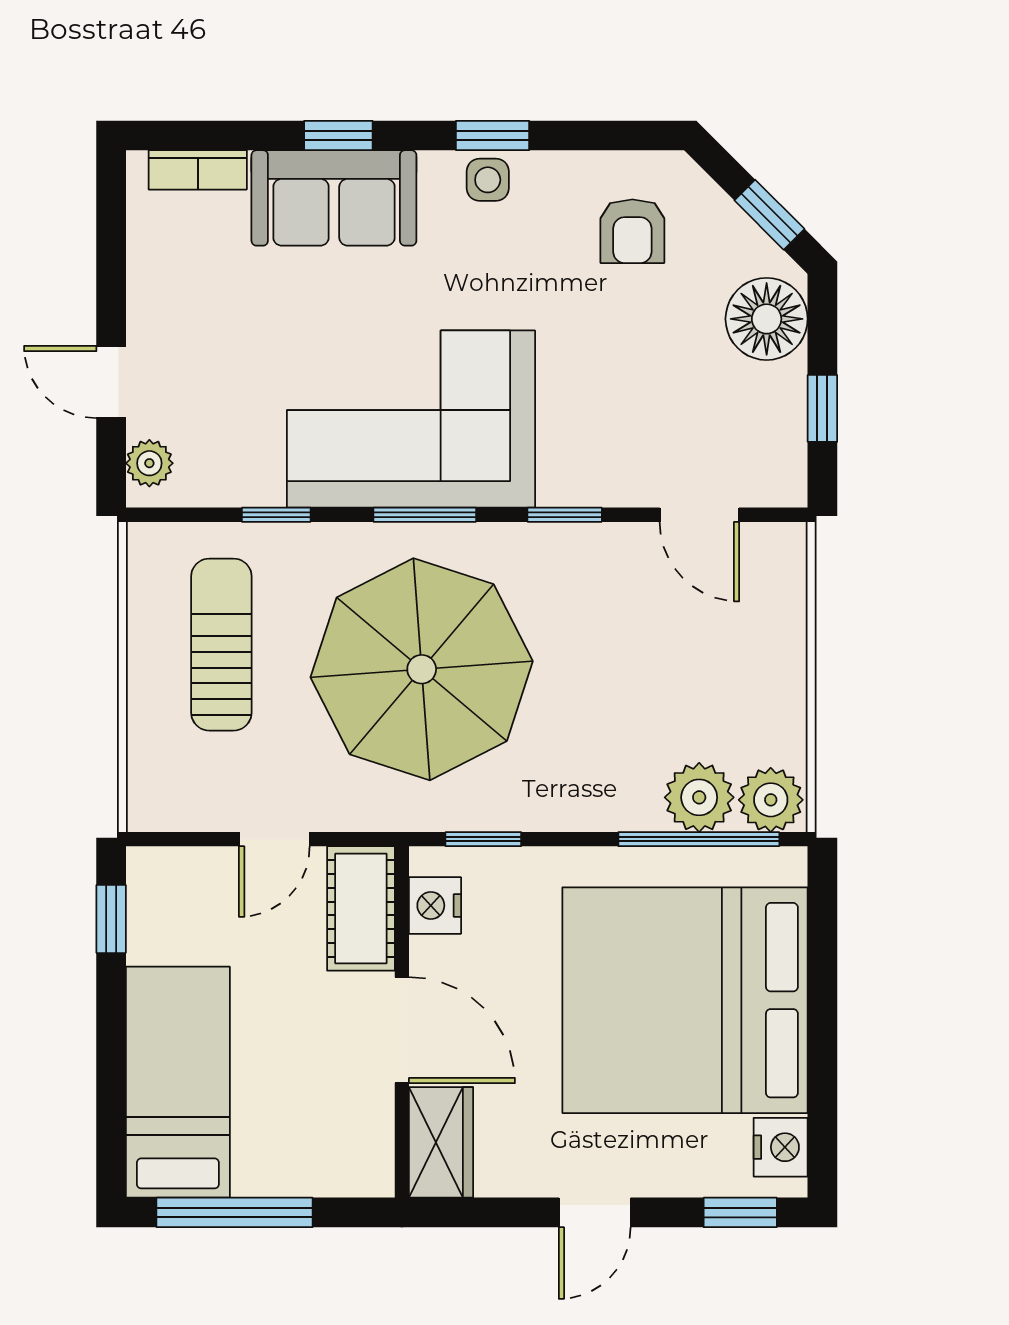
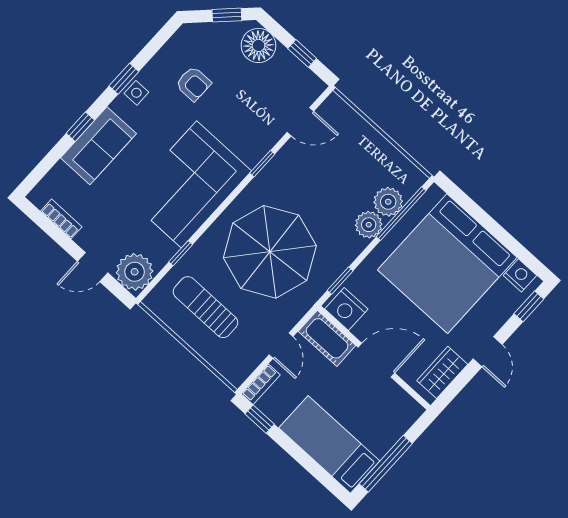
bookcase: (198, 170) -> (61, 219), moved, turned -90
armchair: (632, 231) -> (193, 84), moved
plant: (149, 463) -> (135, 272), width x1.88, depth x1.88
window: (425, 515) -> (223, 207), removed
plant: (771, 800) -> (369, 225), moved
bookcase: (174, 865) -> (261, 384), added
nightstand: (435, 905) -> (346, 309), width x1.36, depth x1.33
wardrobe: (441, 1142) -> (442, 372), moved, turned -90

